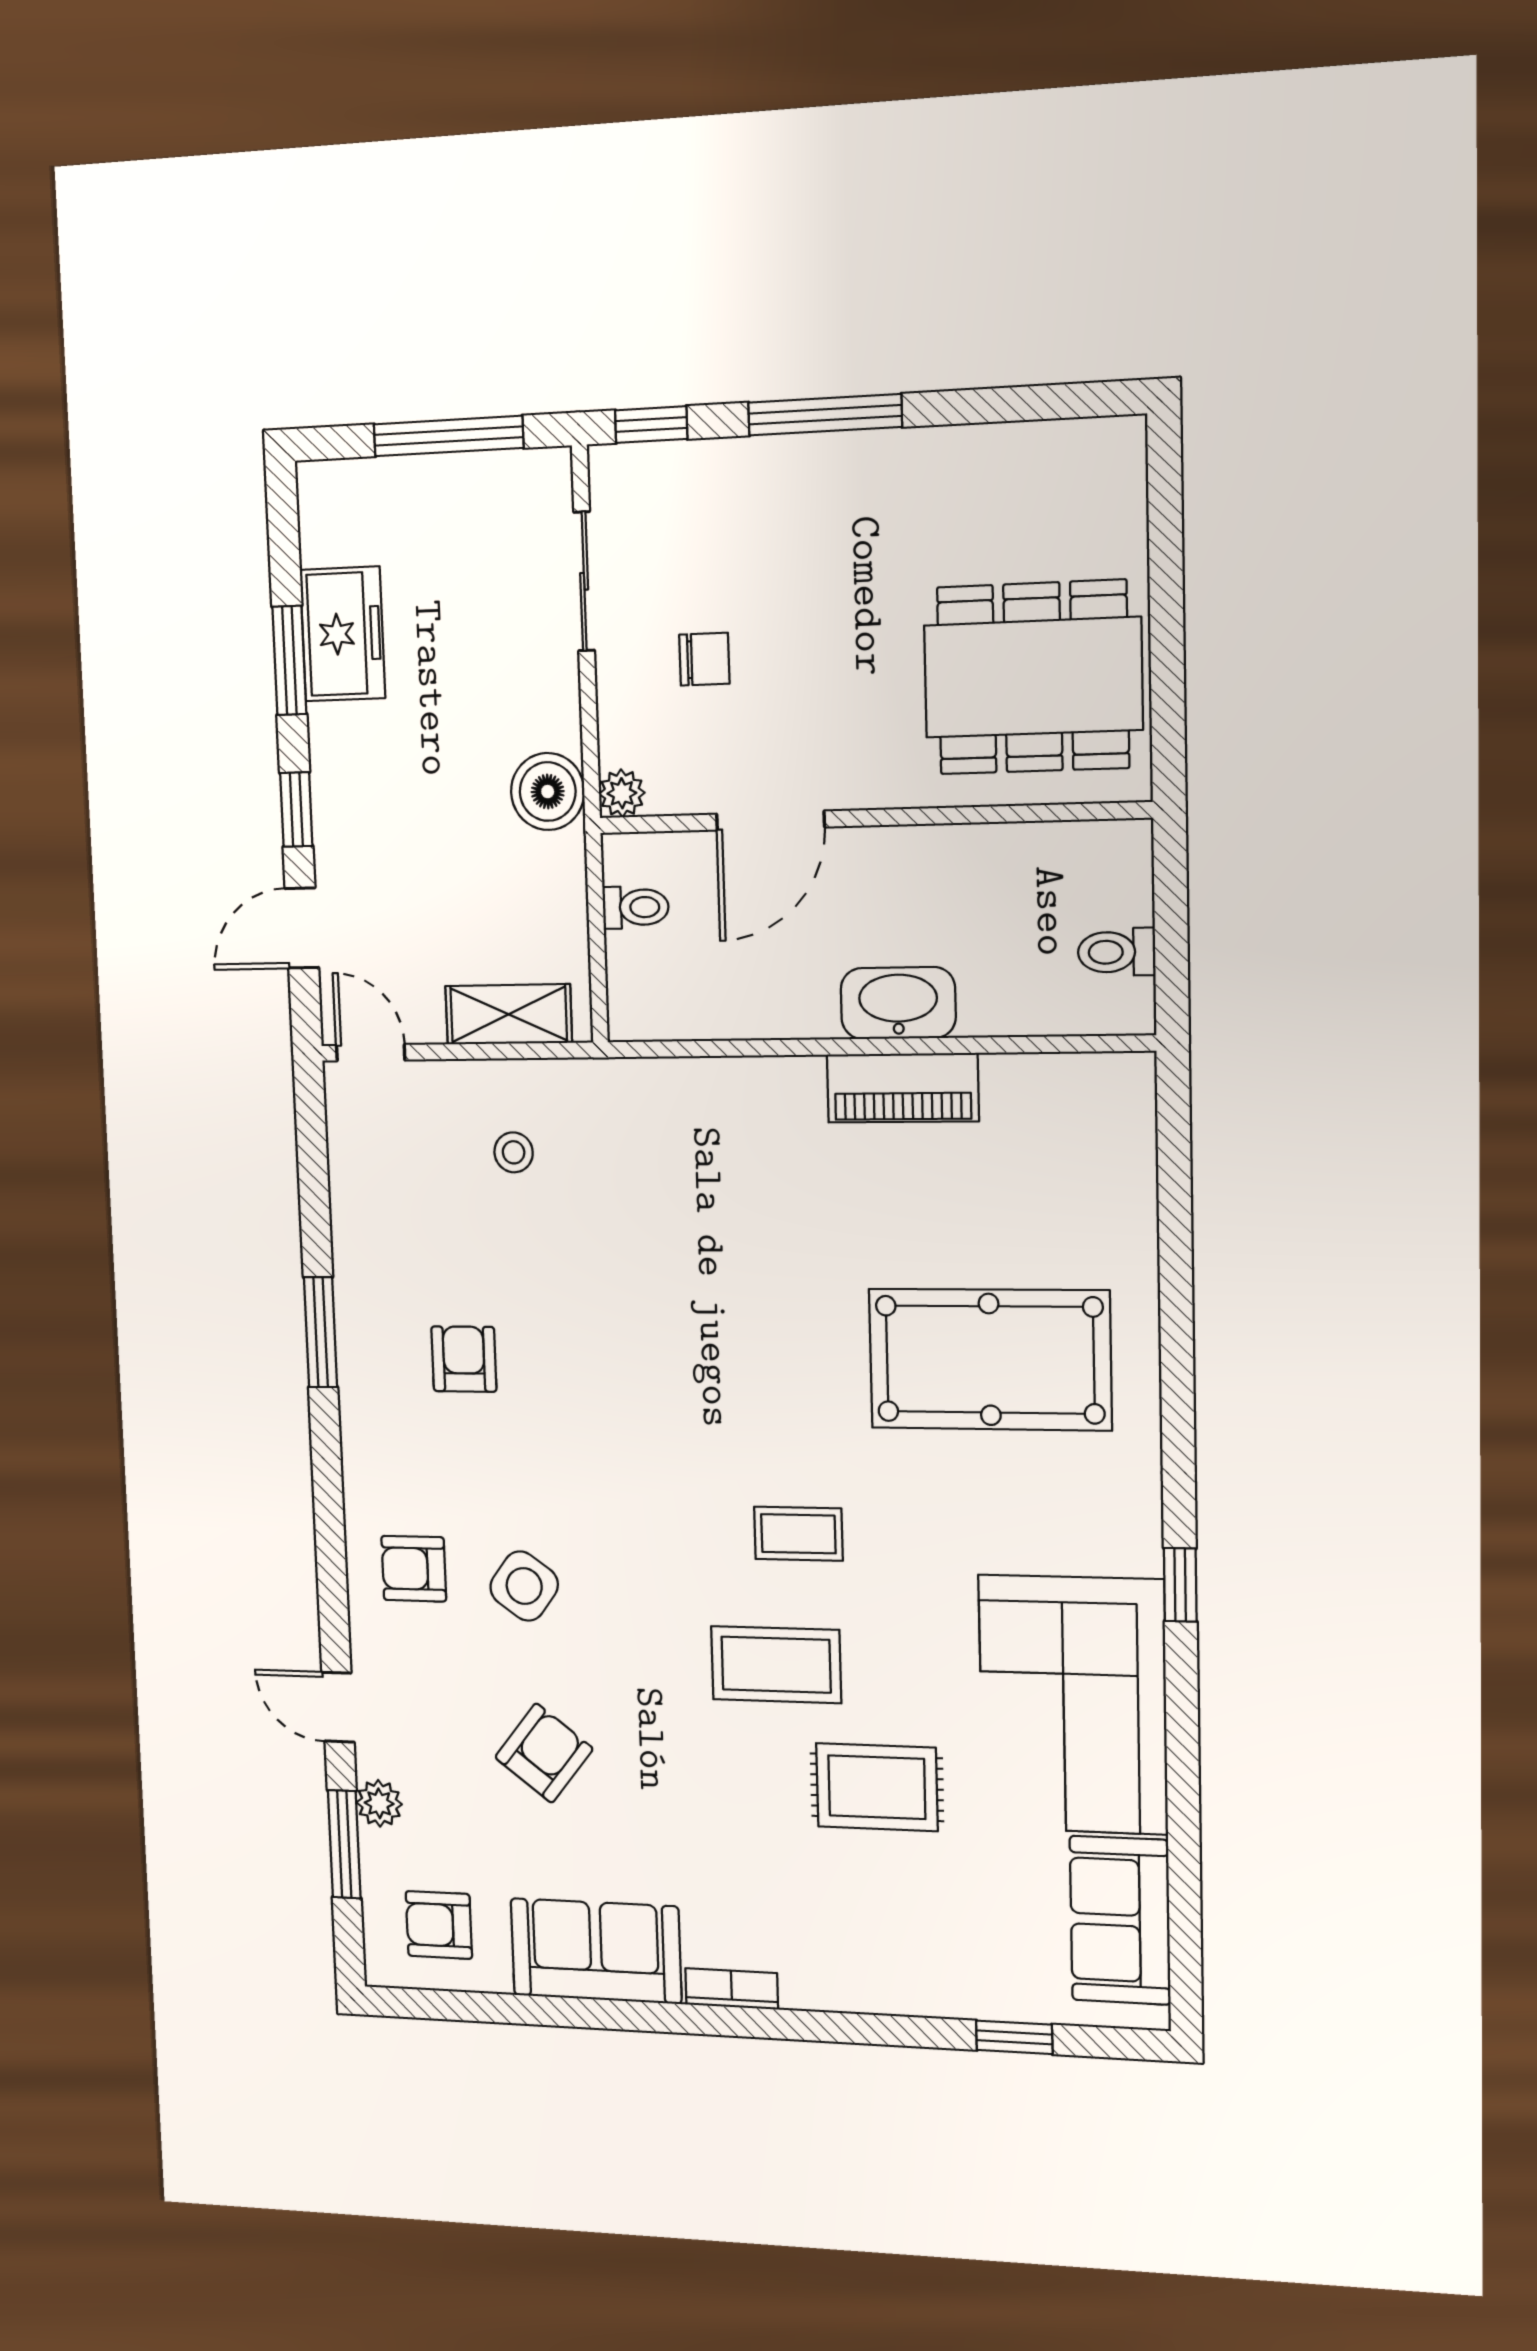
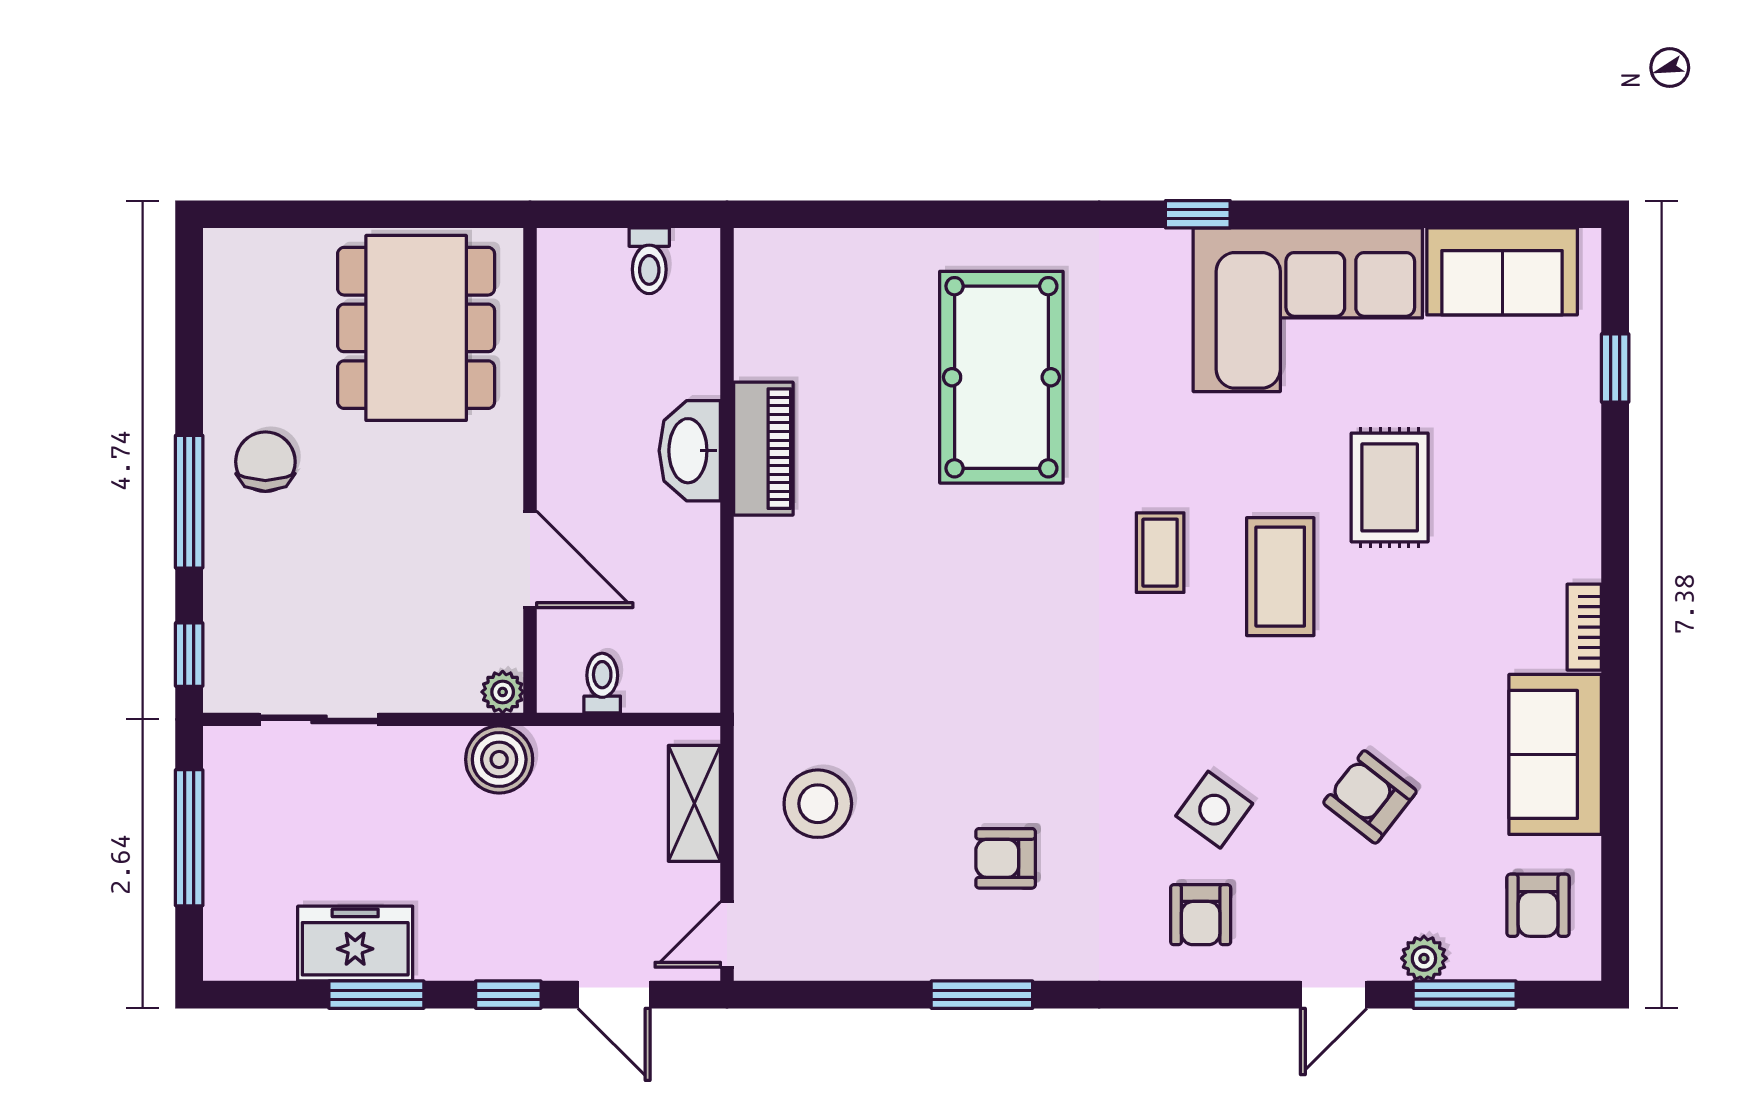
chair: (704, 659) -> (265, 462), moved, width x1.37, depth x1.37
stool: (514, 1152) -> (818, 804), width x1.89, depth x1.89

